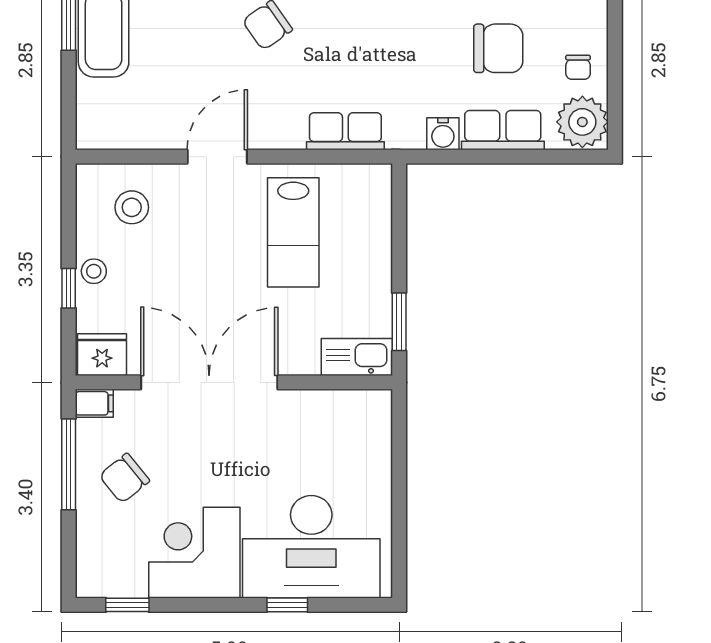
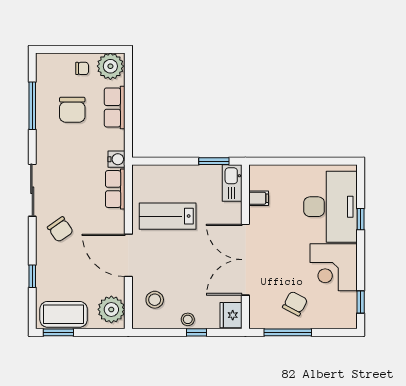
chair: (498, 48) -> (72, 110), turned 180
plant: (113, 124) -> (111, 309), added
water cooler: (443, 134) -> (117, 159), moved
door: (217, 157) -> (128, 255), width x1.36
lab bench: (293, 232) -> (168, 216), turned 180
filing cabinet: (94, 403) -> (259, 198), moved, turned 90
chair: (124, 478) -> (295, 304), turned -113

